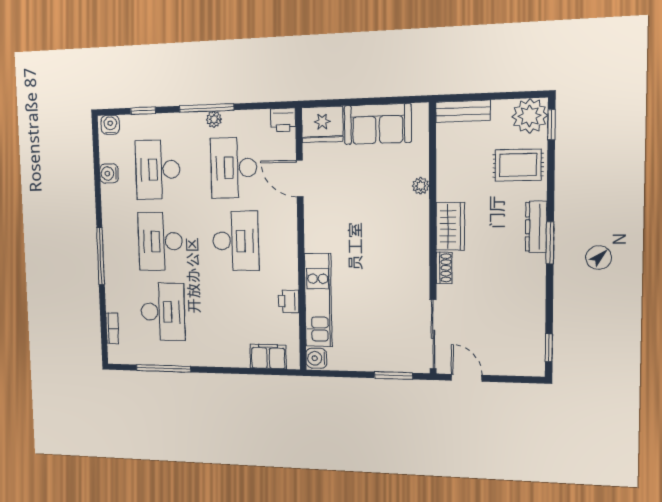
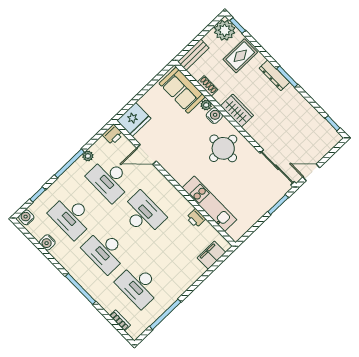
plant: (214, 119) -> (88, 156), moved
sofa: (378, 124) -> (182, 90), moved, turned 90
round table: (392, 254) -> (223, 148), added
shoe rack: (444, 268) -> (208, 86), moved
desk: (163, 312) -> (139, 285), turned 180
water cooler: (316, 358) -> (214, 116), moved, turned 180

